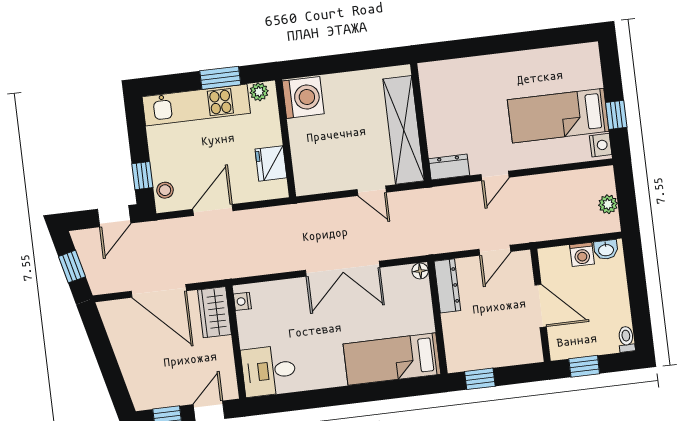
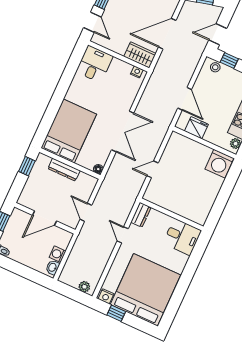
desk: (444, 86) -> (182, 237), added
bed: (558, 116) -> (145, 290), width x2.04
shelving: (404, 130) -> (173, 203), removed
plant: (608, 204) -> (84, 287), moved
door: (213, 210) -> (185, 99), moved
door: (114, 216) -> (218, 34), hinge flipped
double door: (343, 269) -> (123, 131), swing flipped
dresser: (447, 286) -> (64, 170), moved
bed: (392, 359) -> (69, 131), width x1.50

